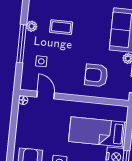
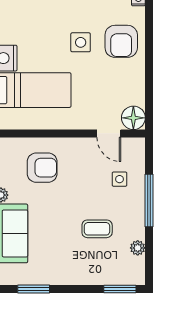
plant: (32, 26) -> (138, 248), moved
floor lamp: (23, 100) -> (133, 118), width x1.89, depth x1.89

